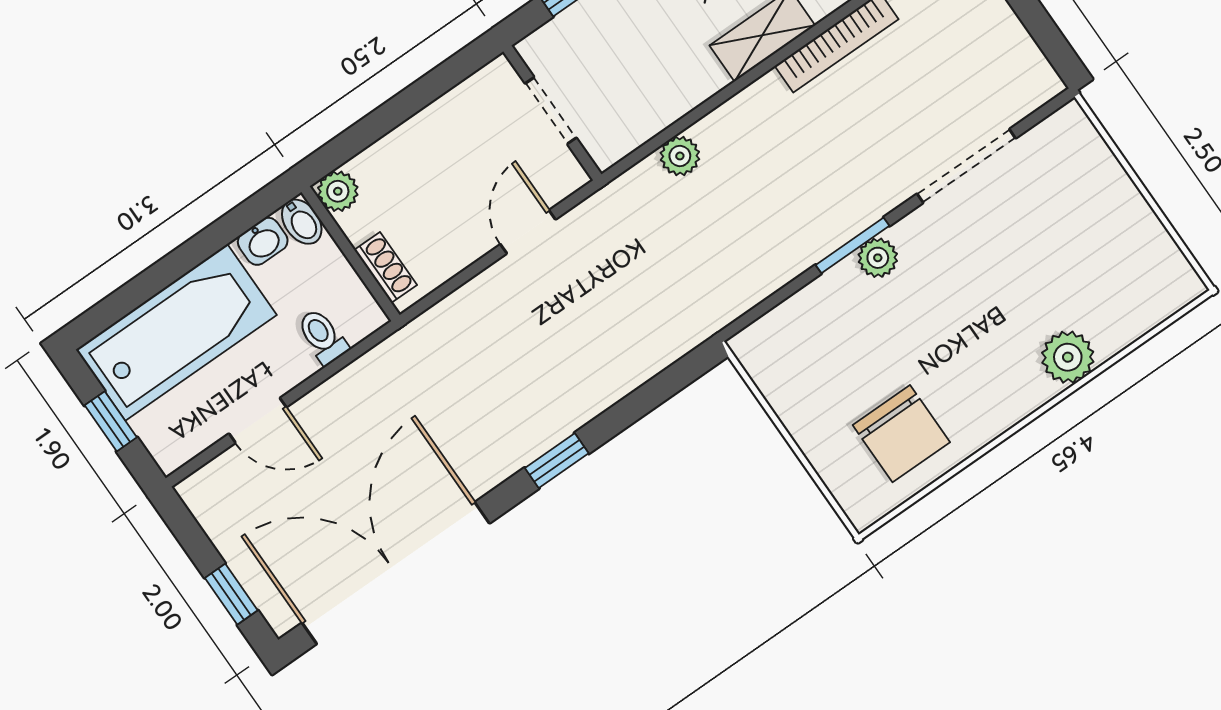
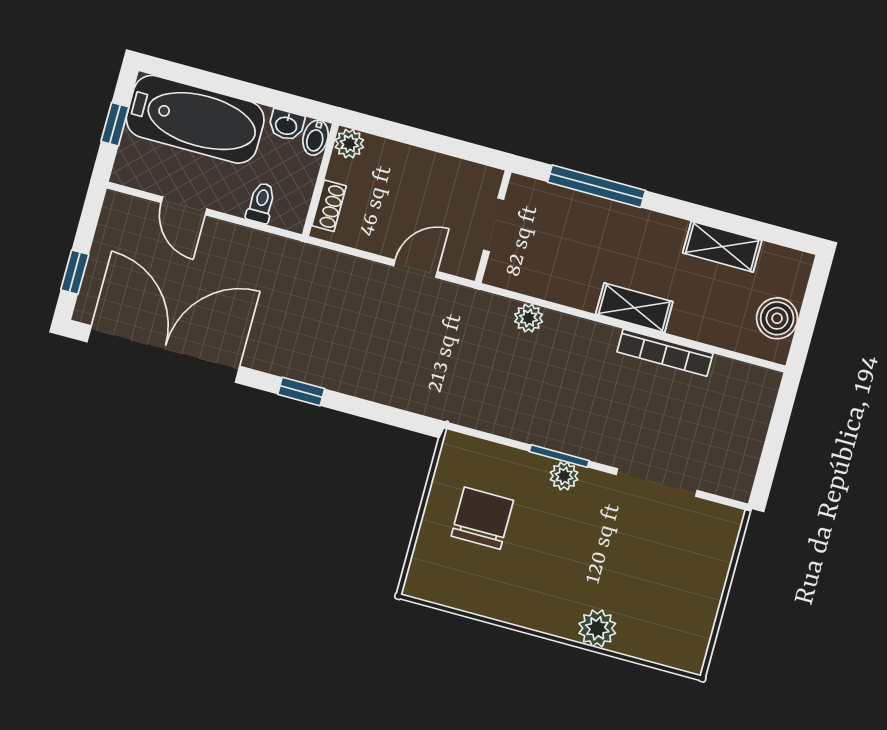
chair: (901, 434) -> (482, 518), moved, turned 180

